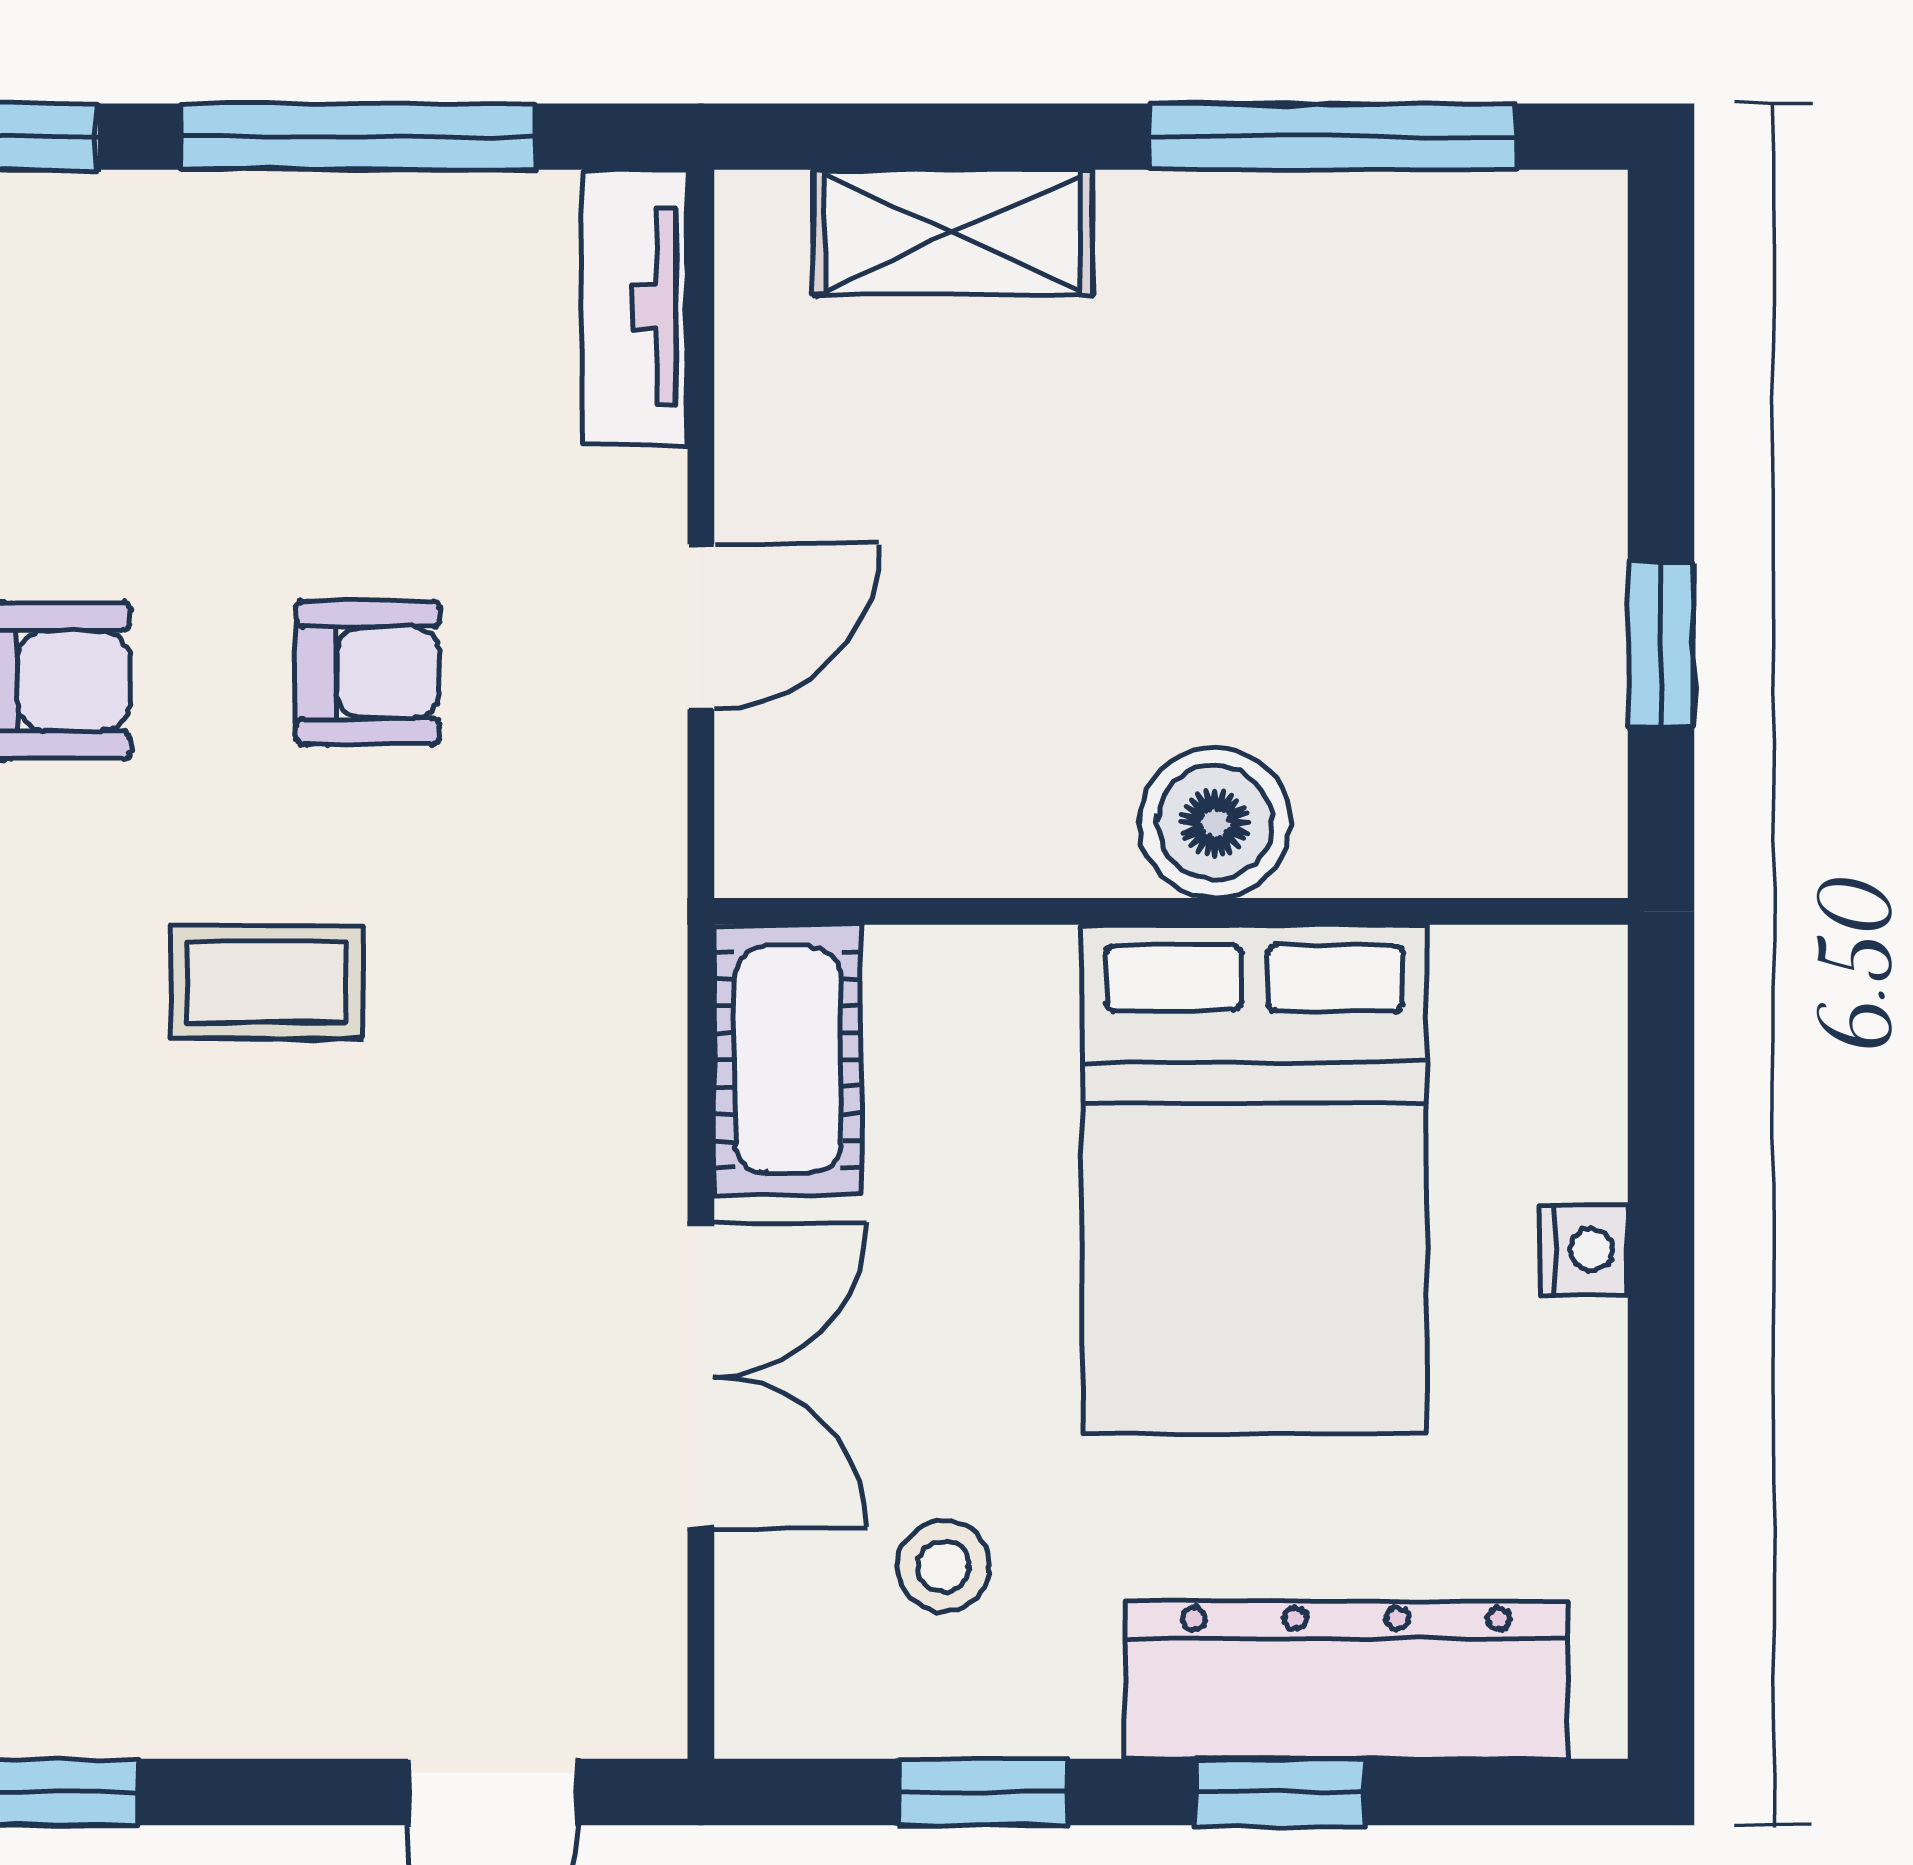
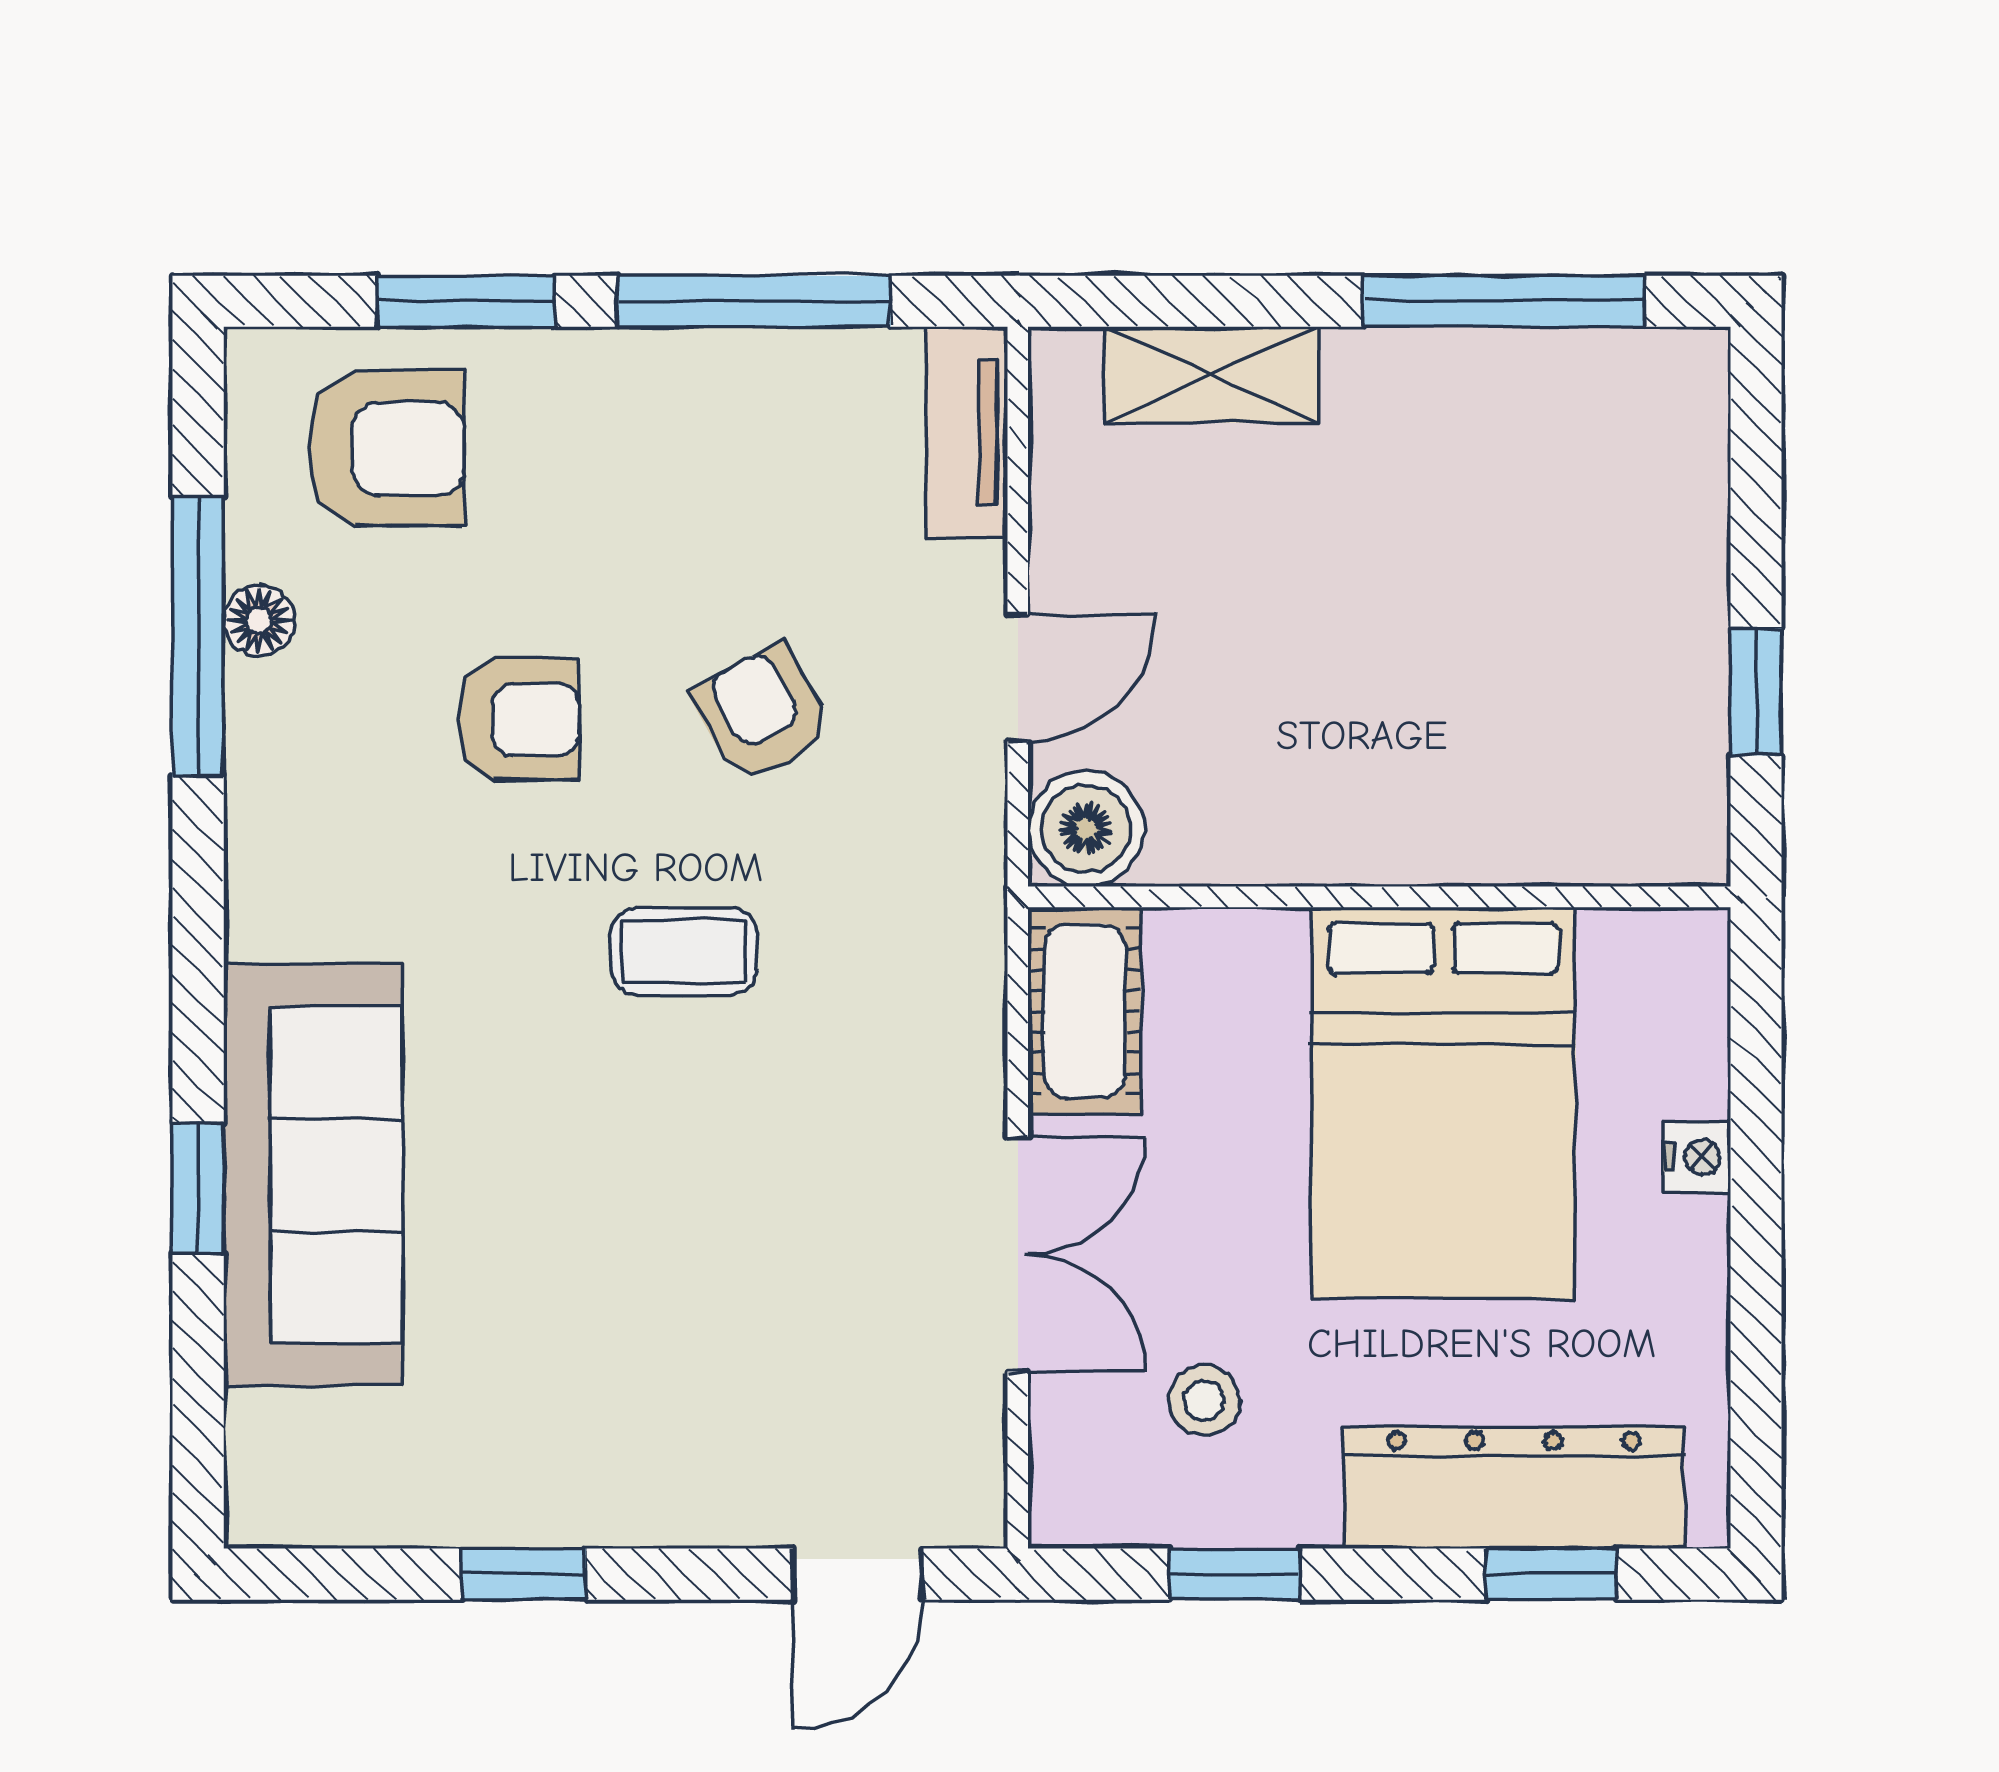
armchair: (368, 673) -> (762, 713), turned -119
boiler: (1215, 823) -> (1086, 829), moved
window: (1280, 1792) -> (1551, 1574), moved

